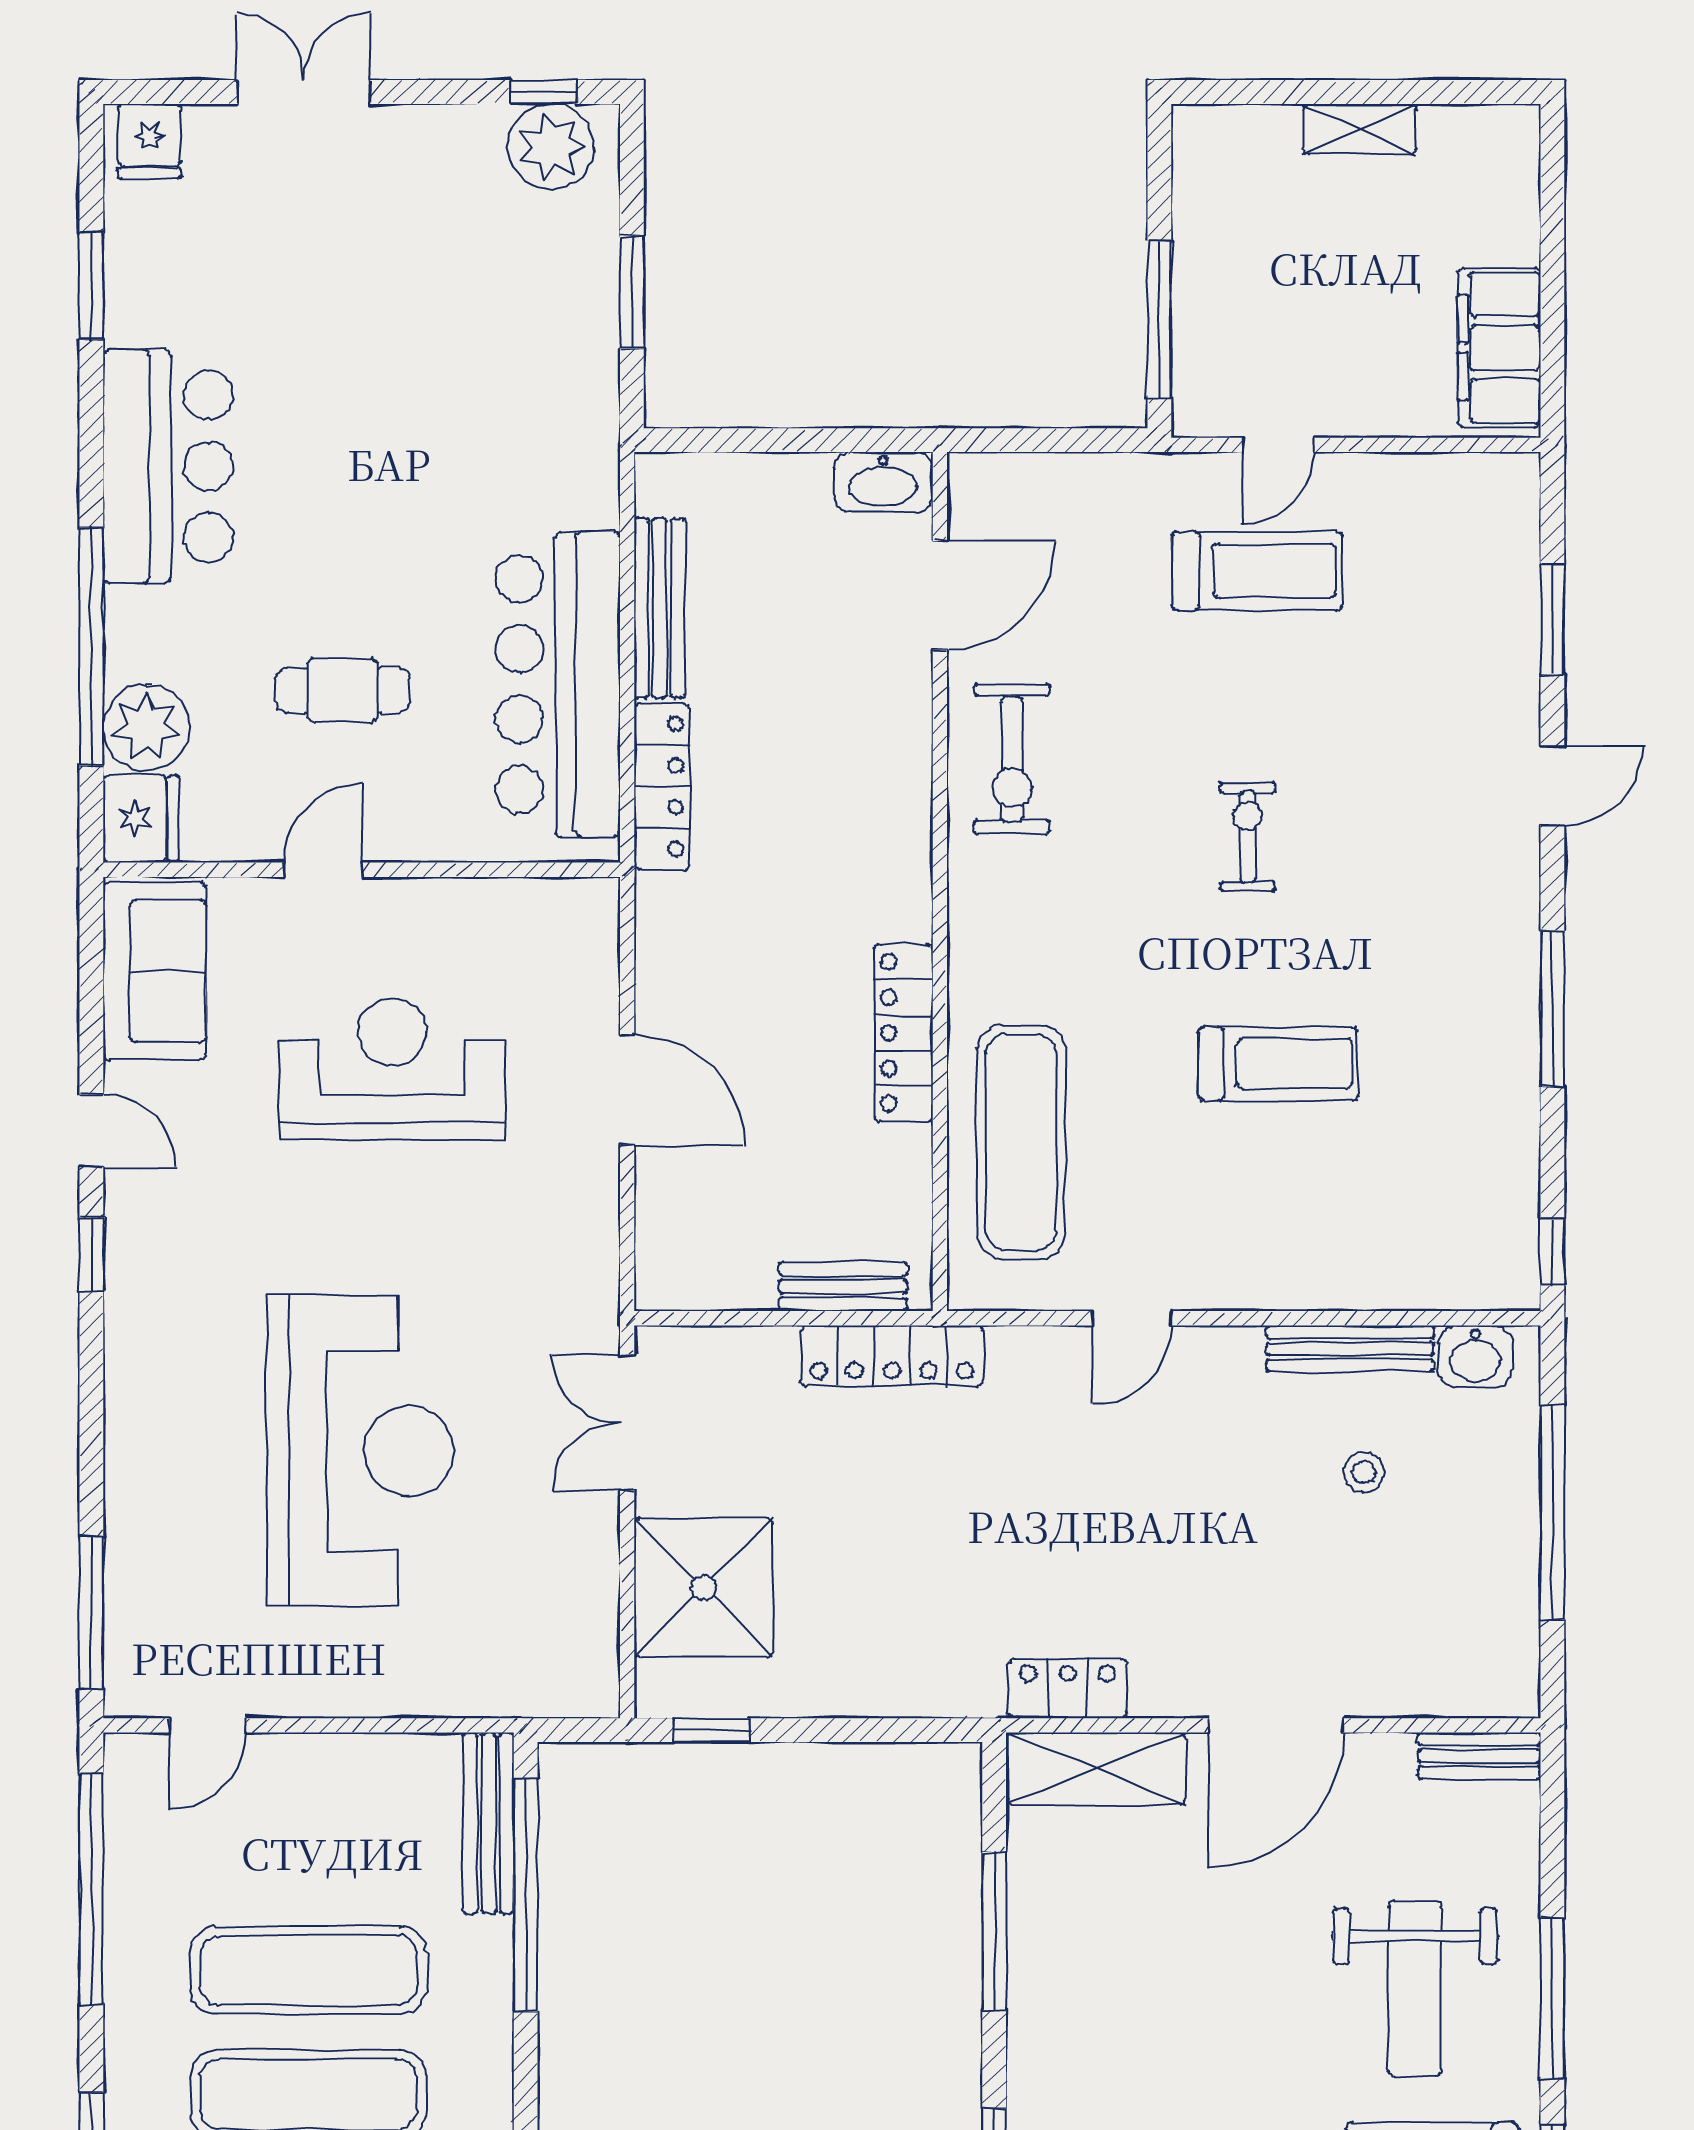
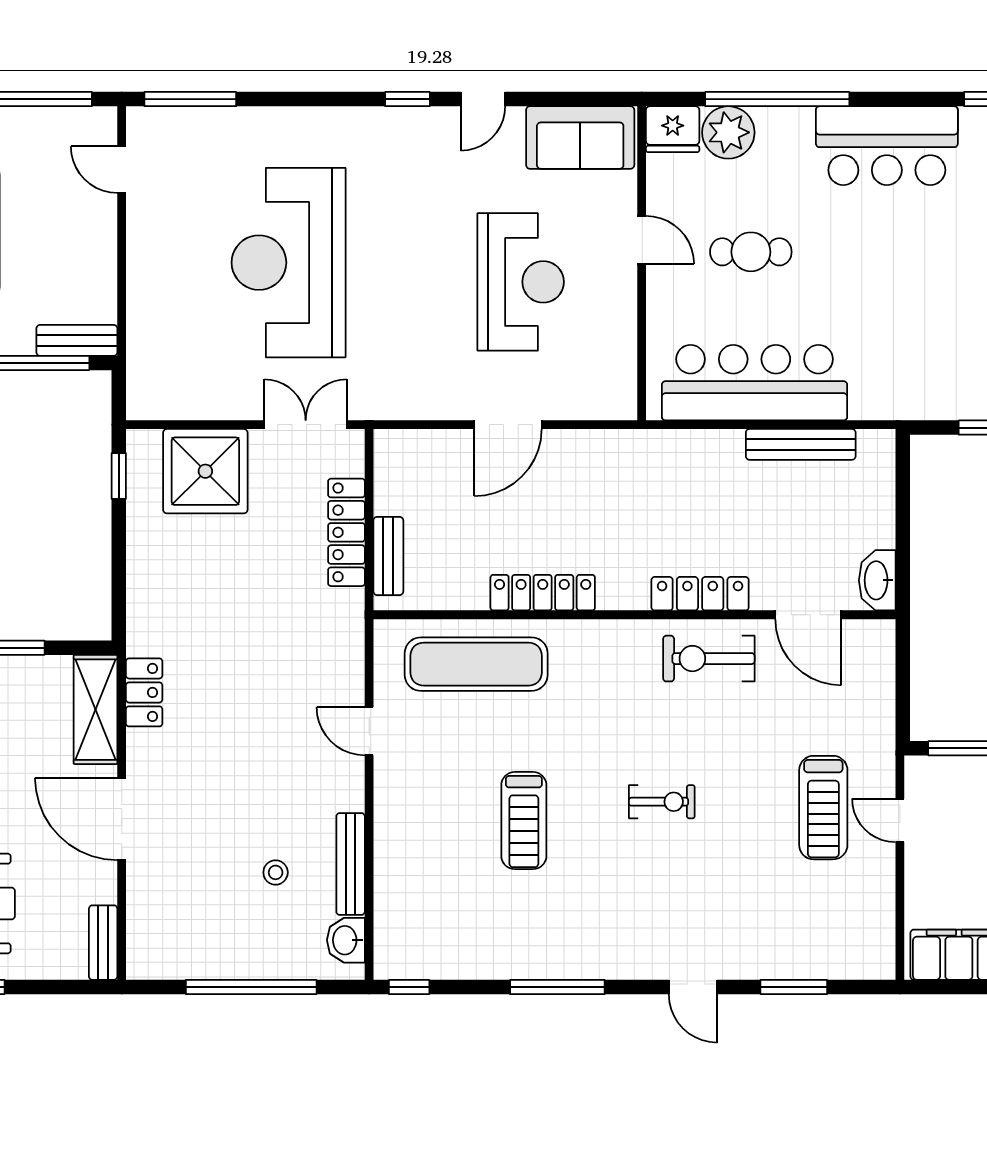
cafe table: (343, 690) -> (751, 252), turned 90
locker: (662, 786) -> (700, 594), moved, turned 180
locker: (892, 1355) -> (346, 532), moved
reception desk: (360, 1451) -> (289, 263), turned 90
bench: (488, 1823) -> (77, 340), width x0.73

